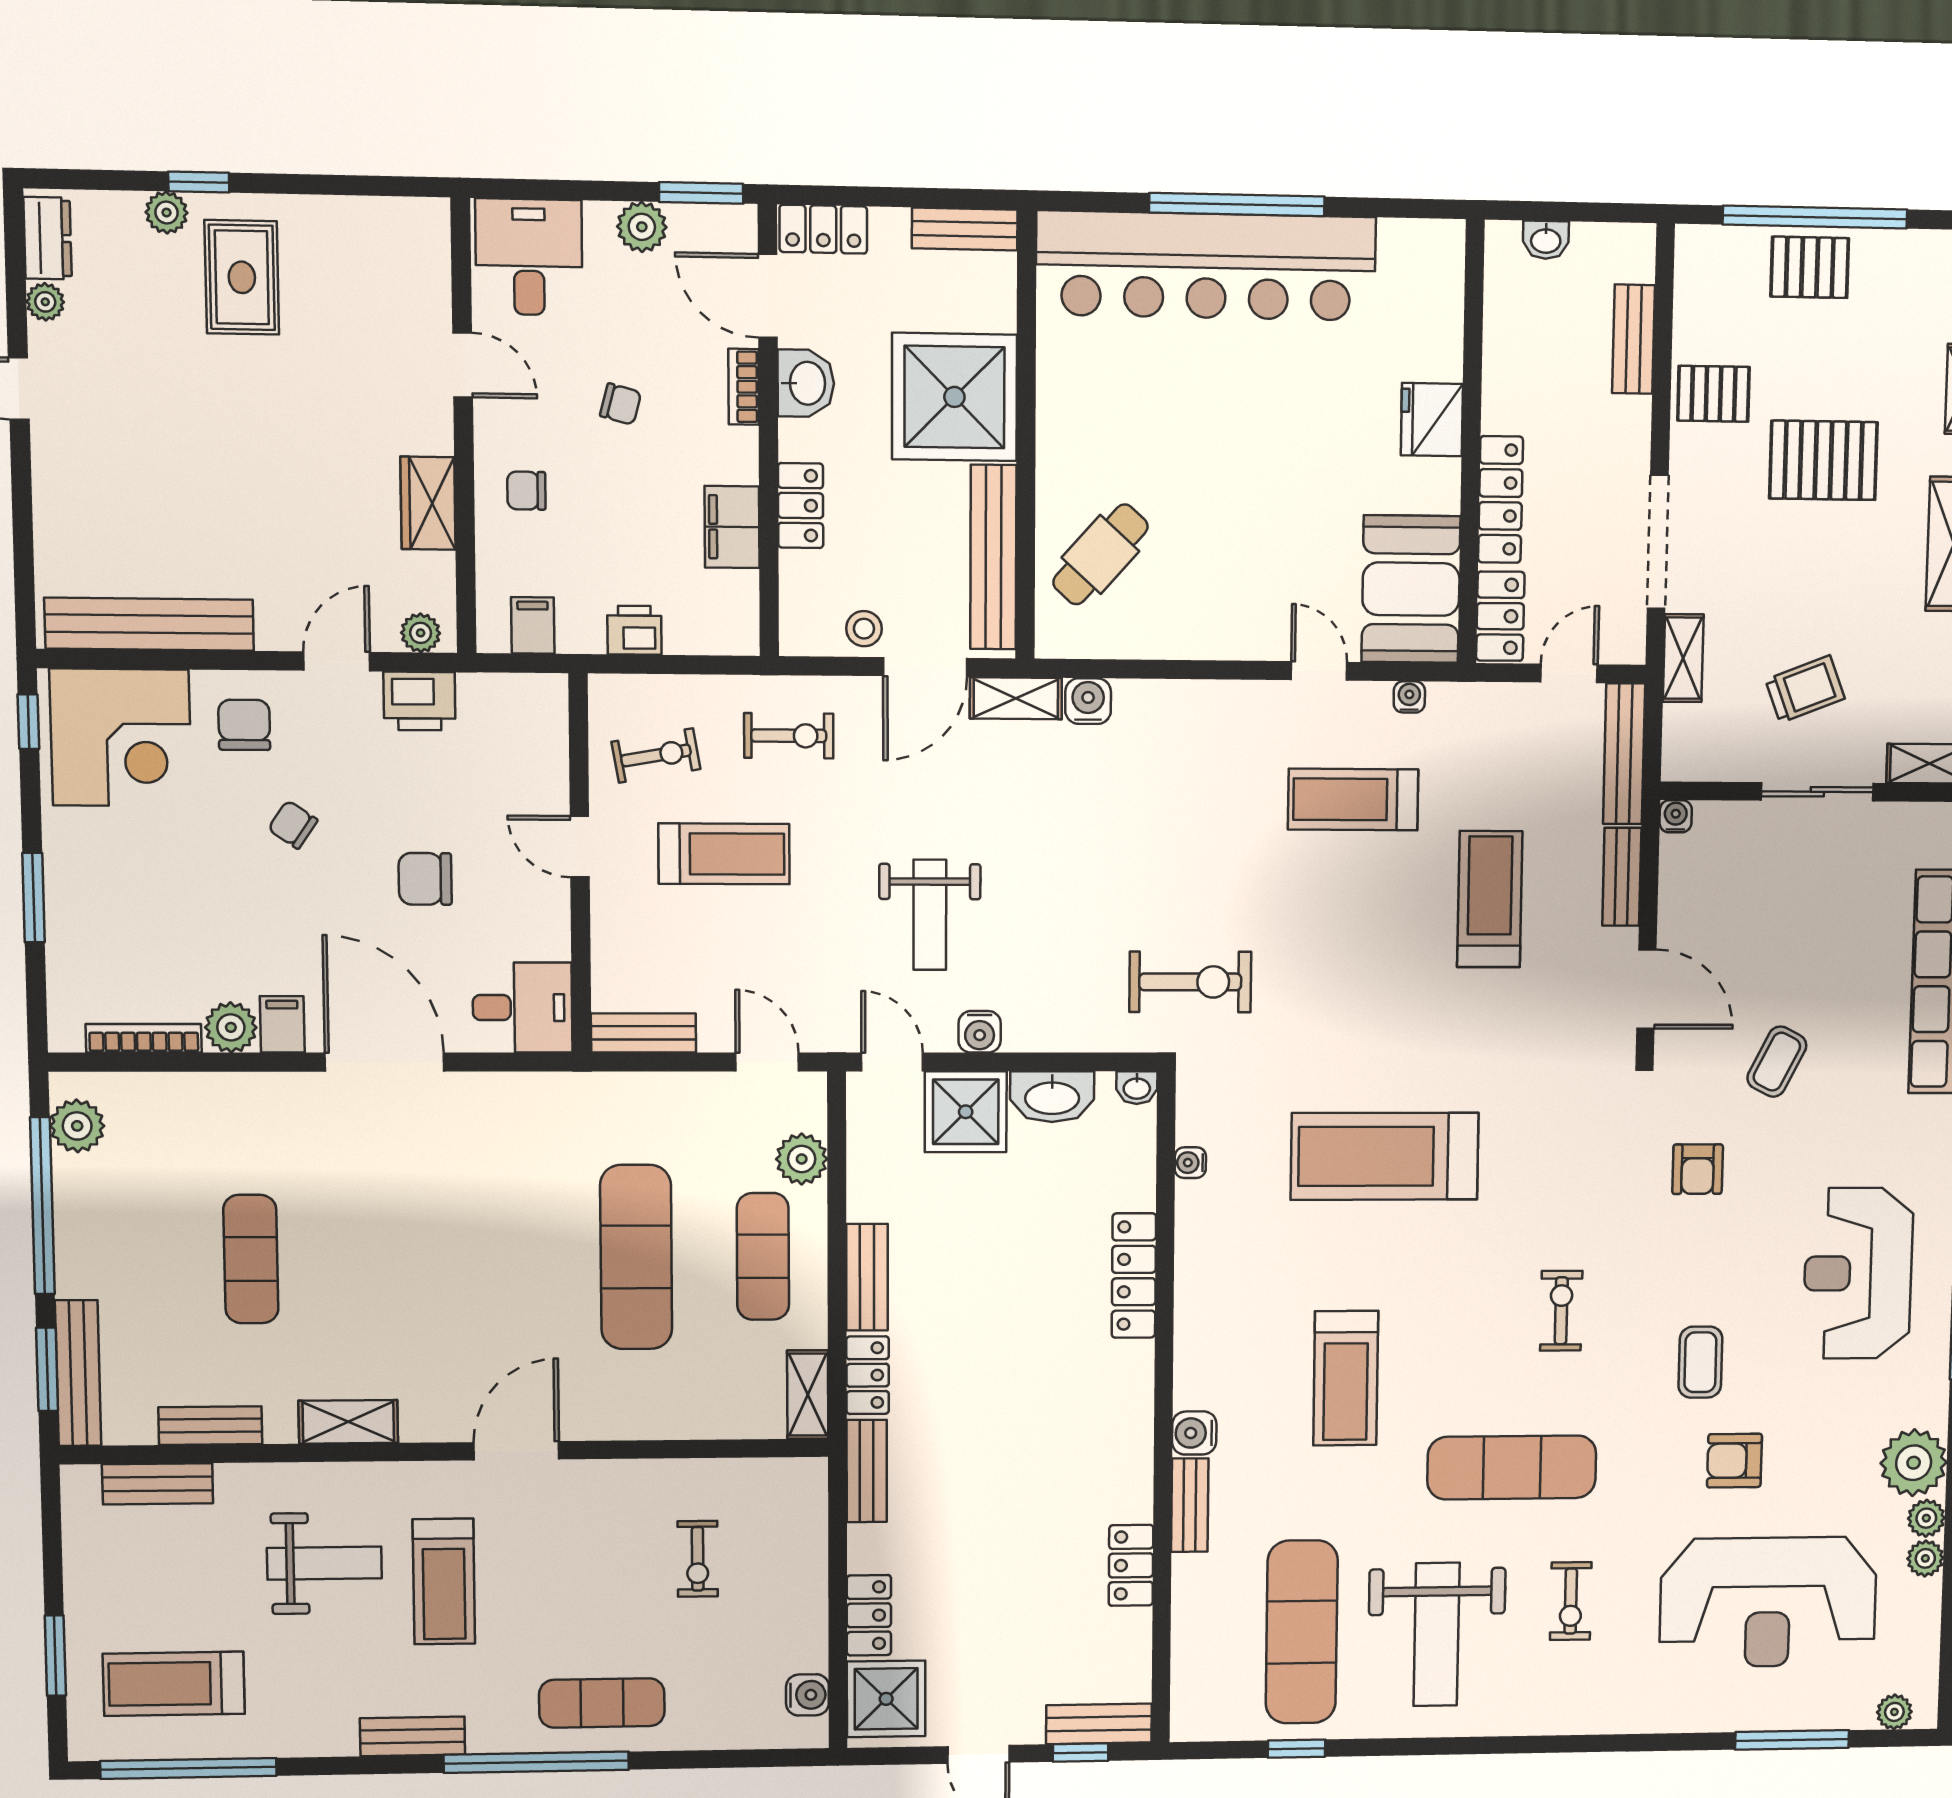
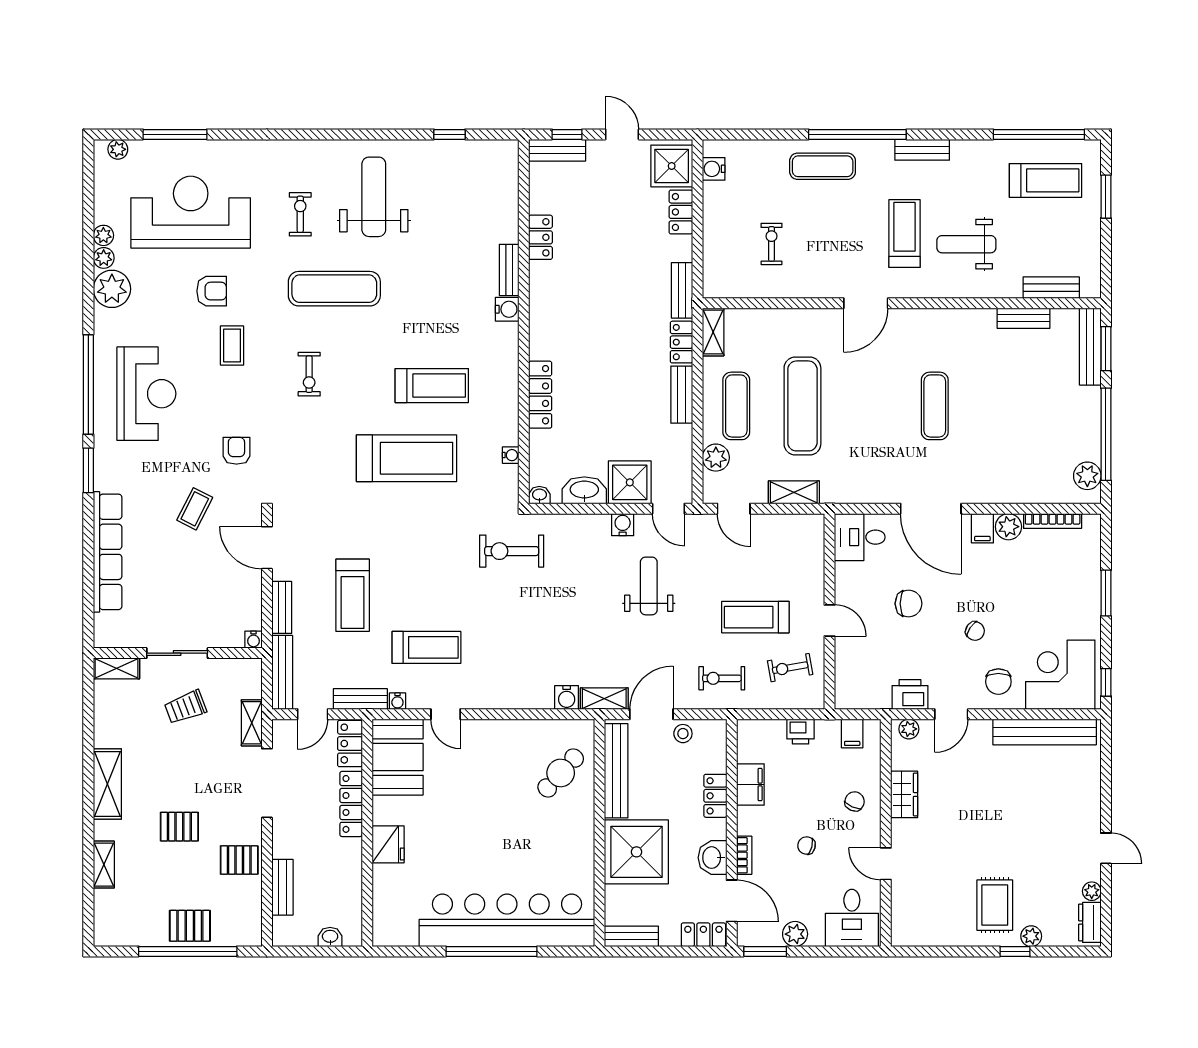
pallet: (1823, 460) -> (179, 827), width x0.67, depth x0.71
chair: (526, 491) -> (855, 801), turned -66
bench: (644, 1033) -> (360, 699), moved
exercise mat: (251, 1259) -> (935, 406), moved
treadmill: (1346, 1378) -> (432, 386), moved, turned 90
shelving: (348, 1422) -> (794, 492), moved
exercise mat: (1302, 1632) -> (448, 199), removed

